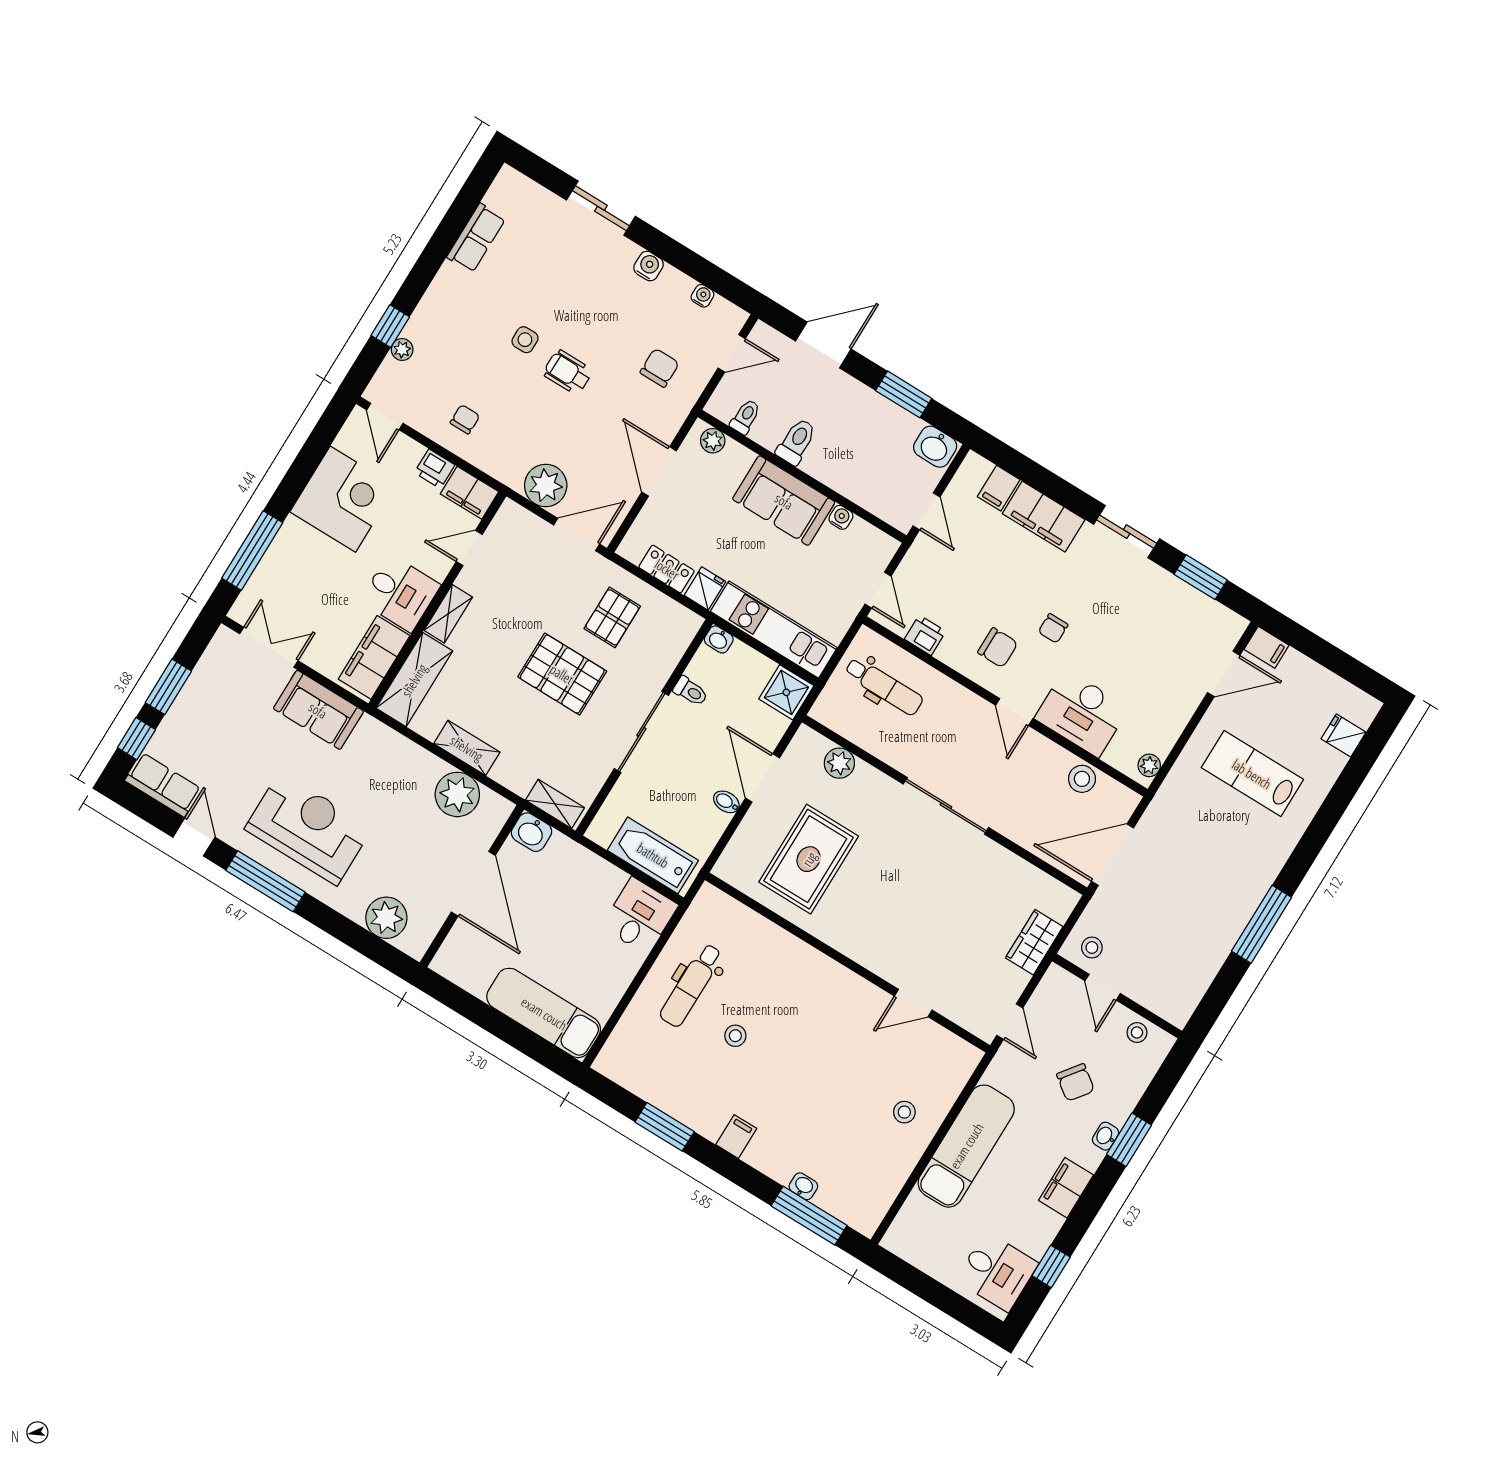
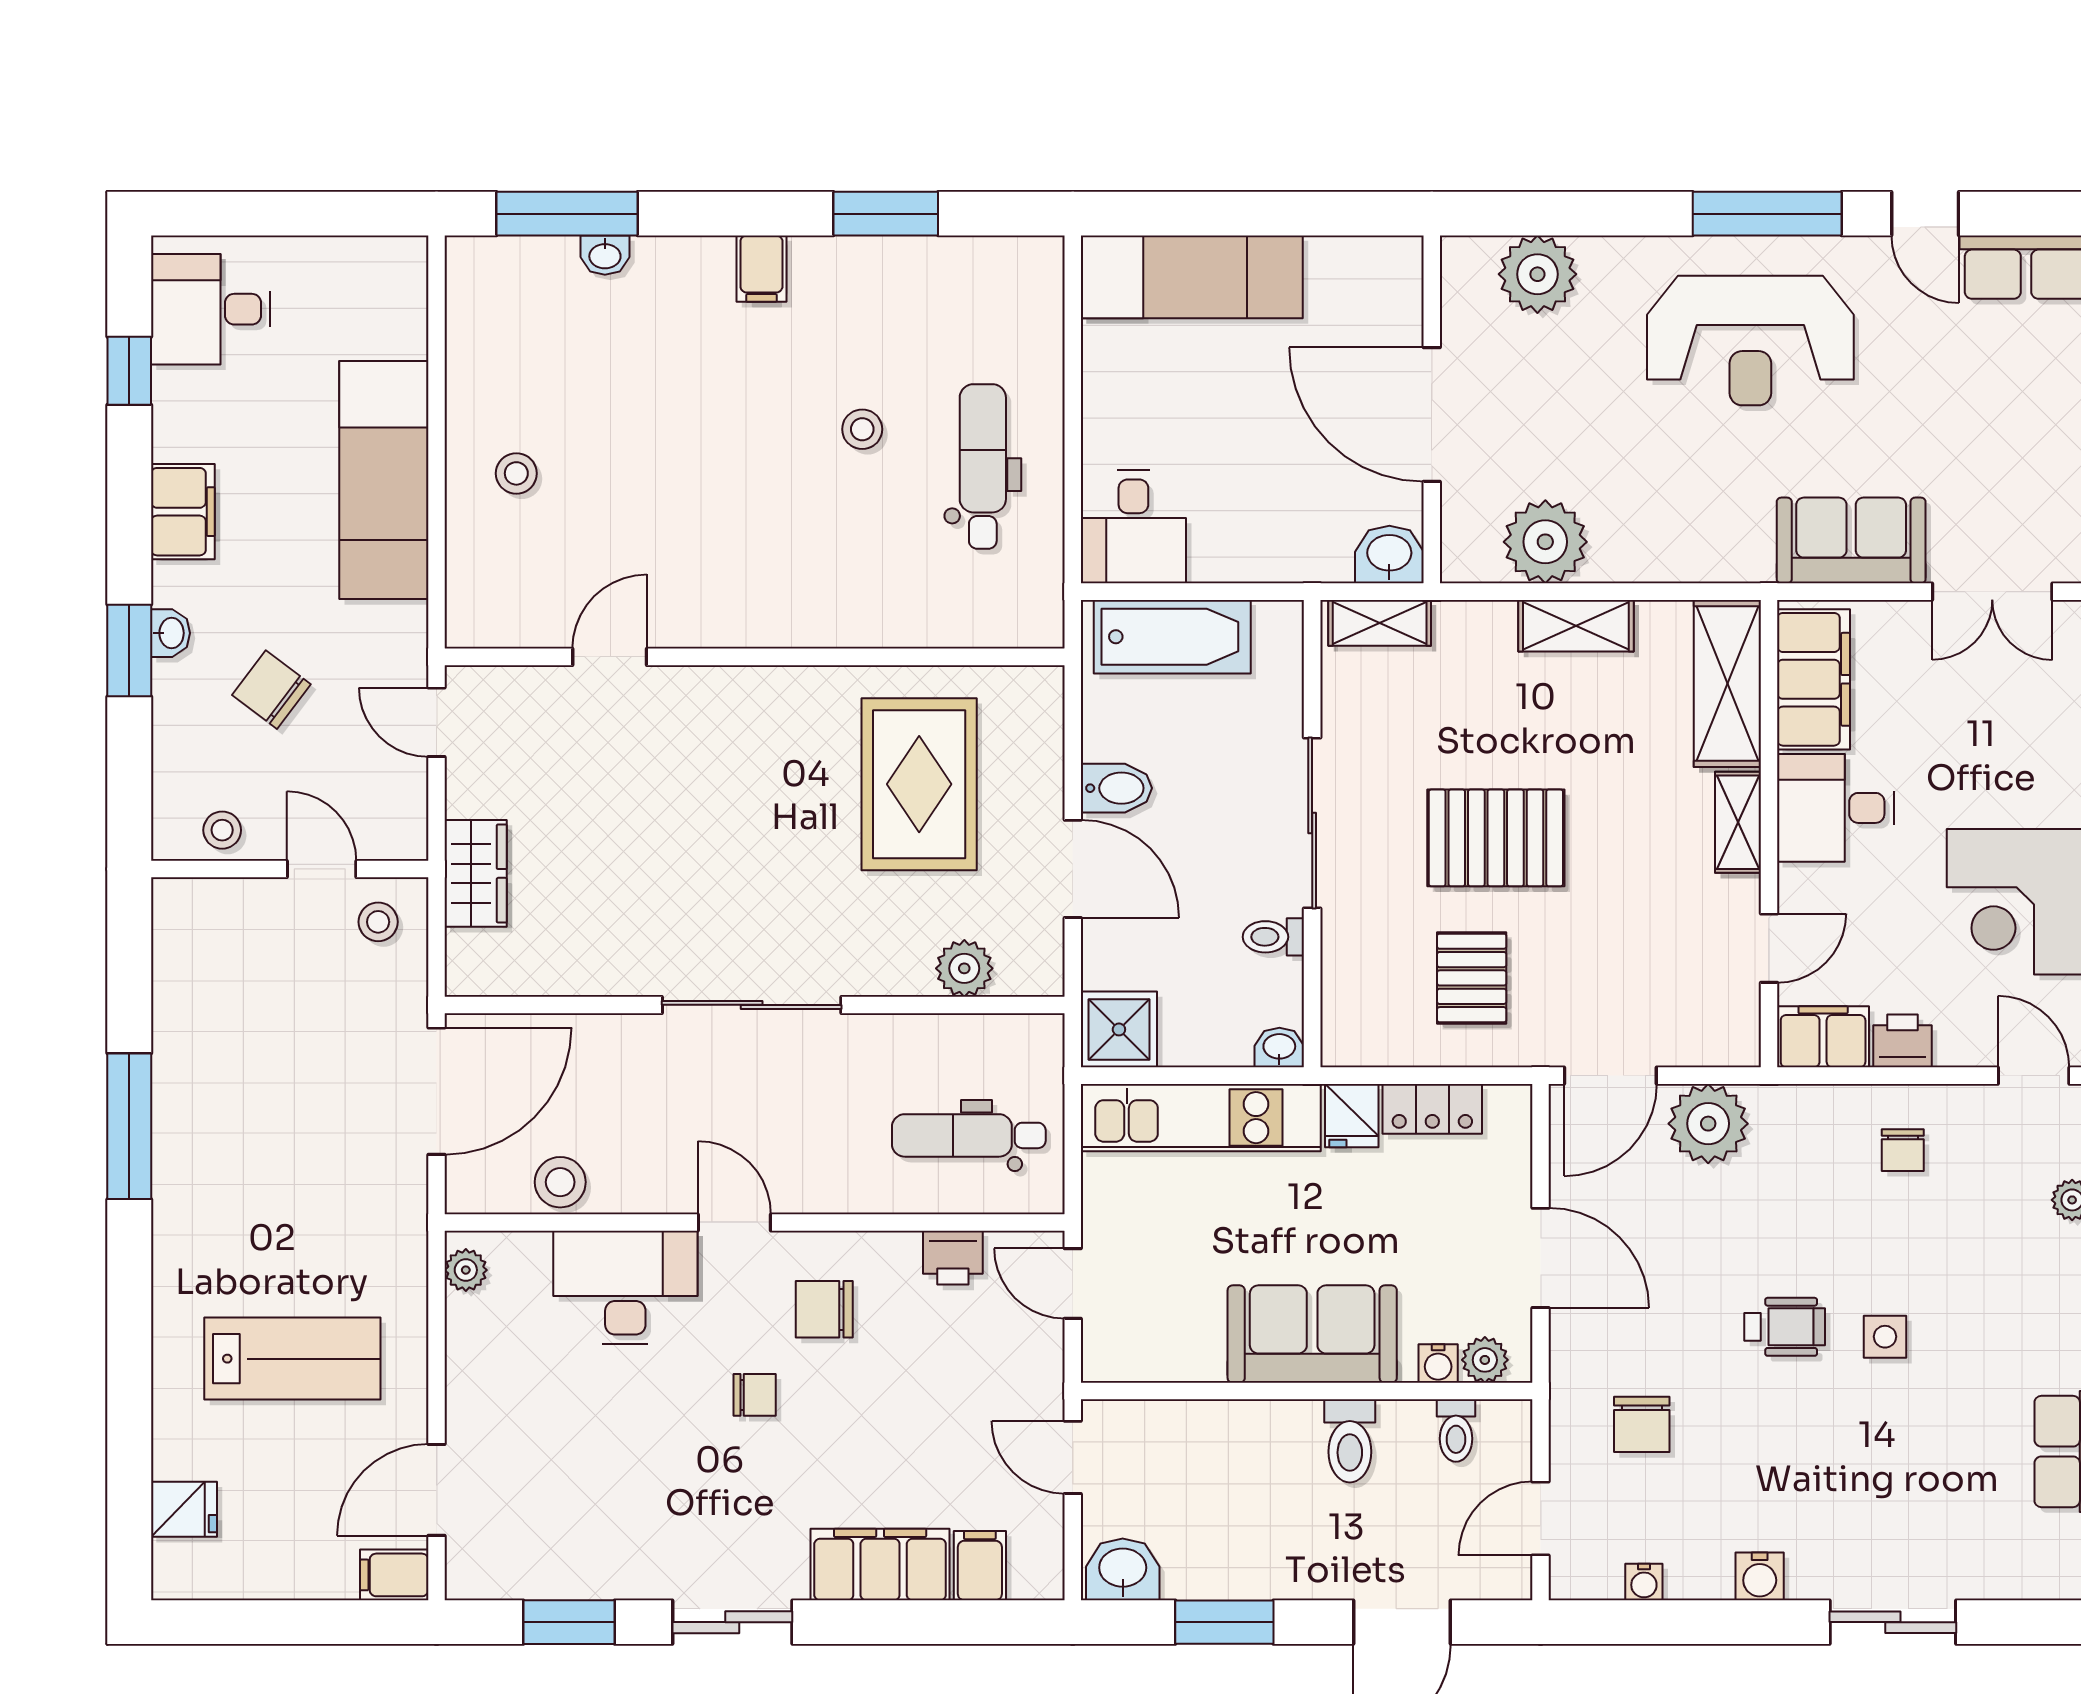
water cooler: (841, 517) -> (1438, 1363), moved
chair: (1053, 628) -> (755, 1395), turned 90
bidet: (726, 802) -> (1116, 788), width x1.38, depth x1.36

